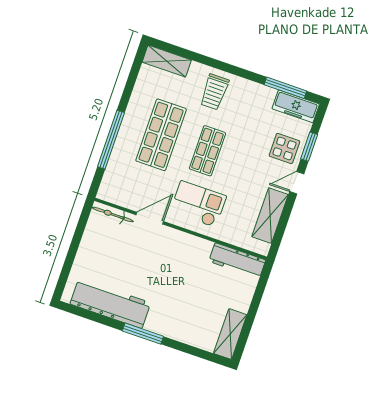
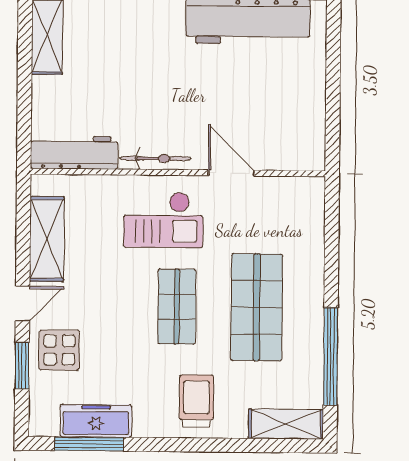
freezer: (296, 106) -> (96, 421), moved
window: (111, 140) -> (331, 356), moved
bicycle: (113, 214) -> (155, 158), moved
door: (150, 218) -> (231, 173), swing flipped

